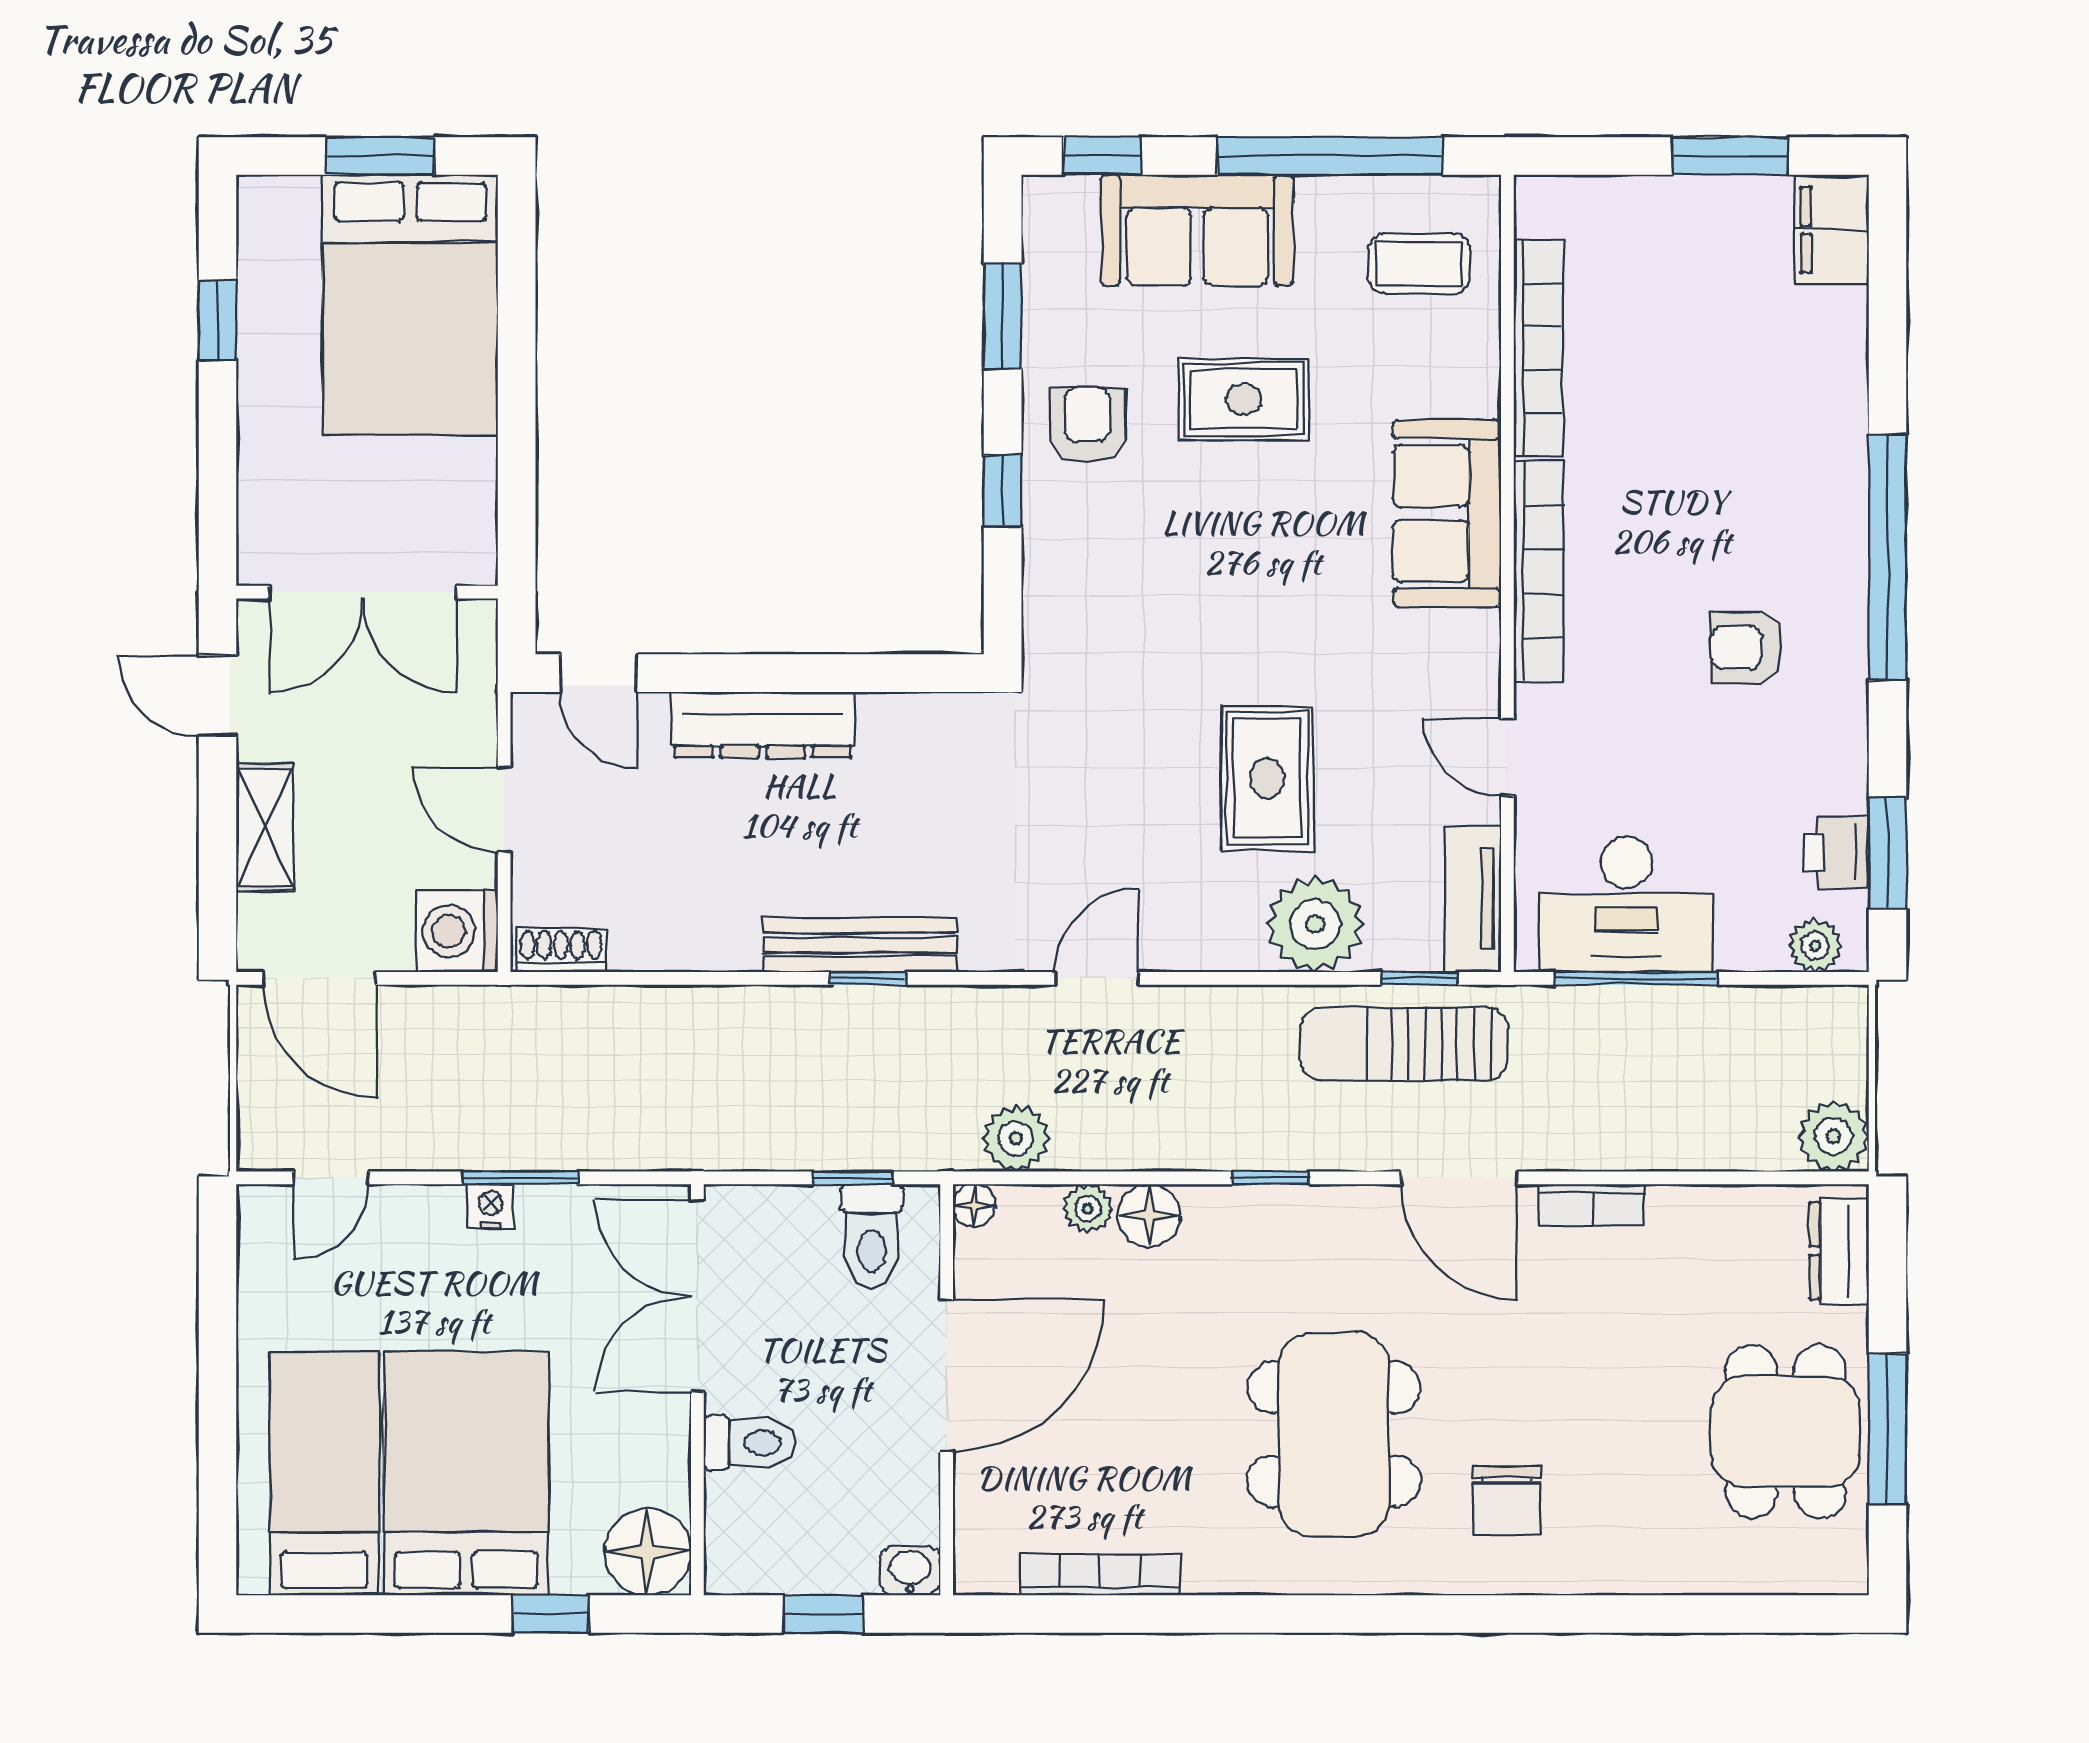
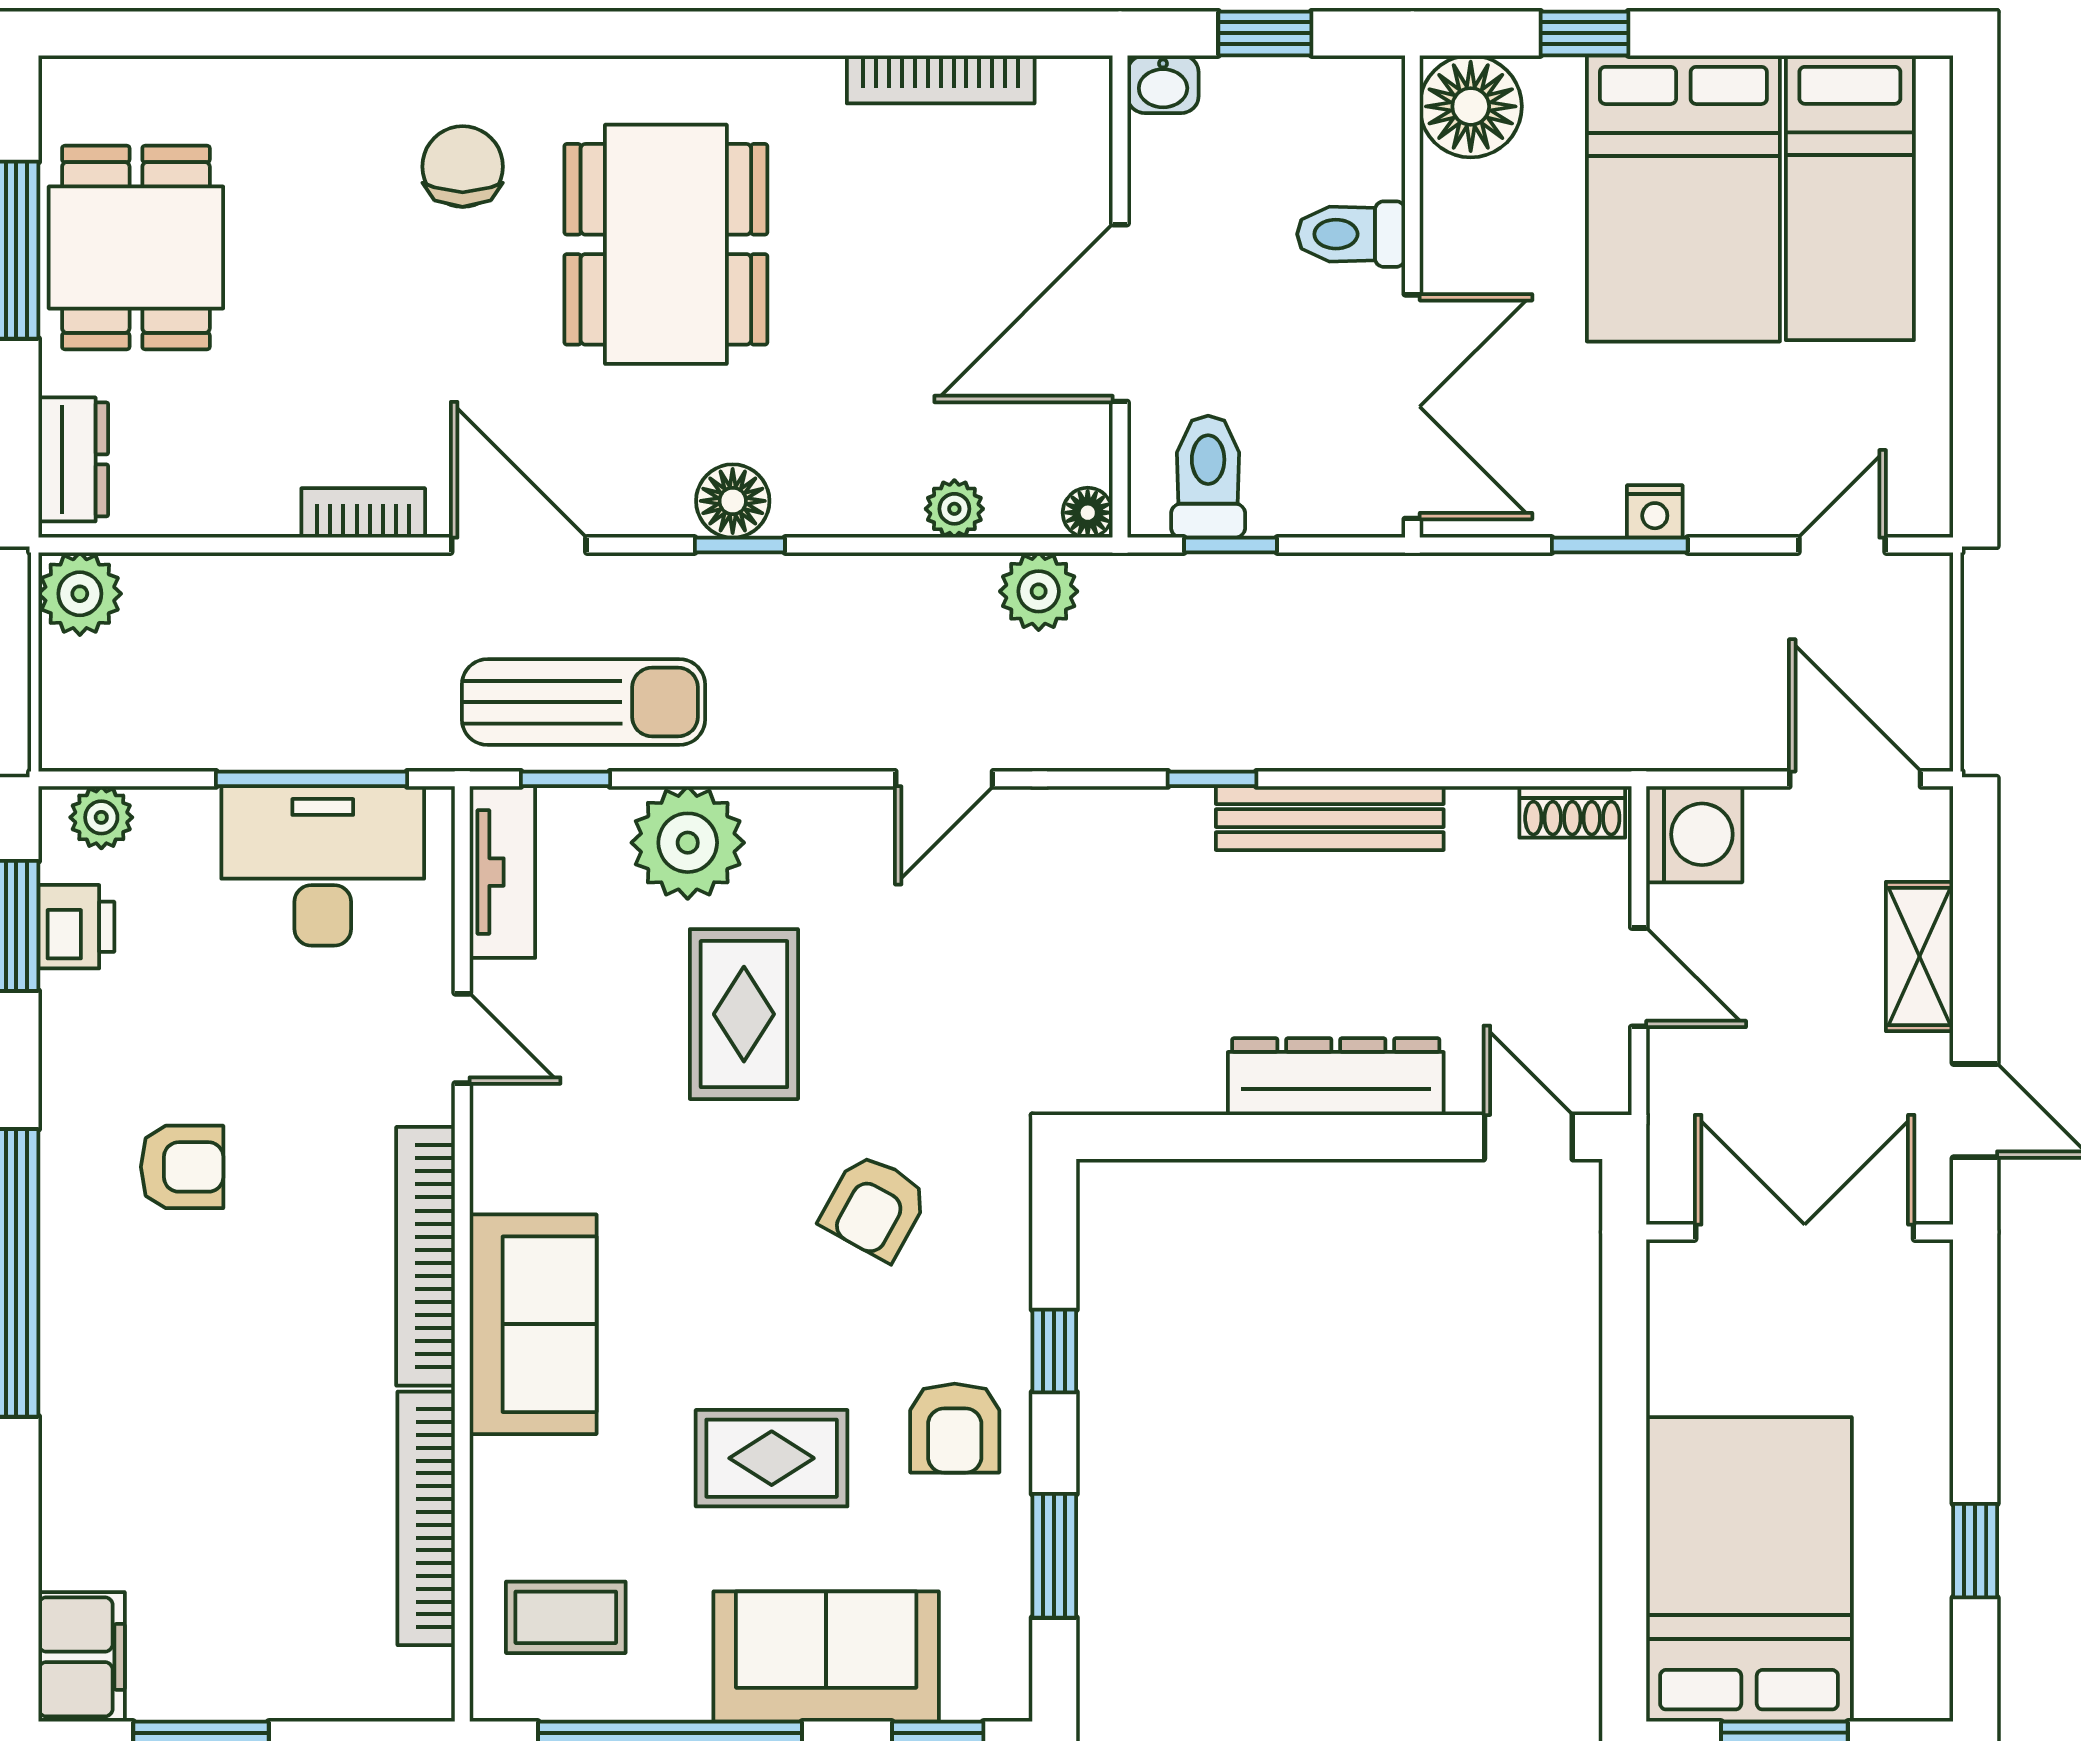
armchair: (1156, 614) -> (874, 1207), added
bench: (860, 945) -> (1330, 818), moved
floor lamp: (1149, 1215) -> (733, 501), moved

